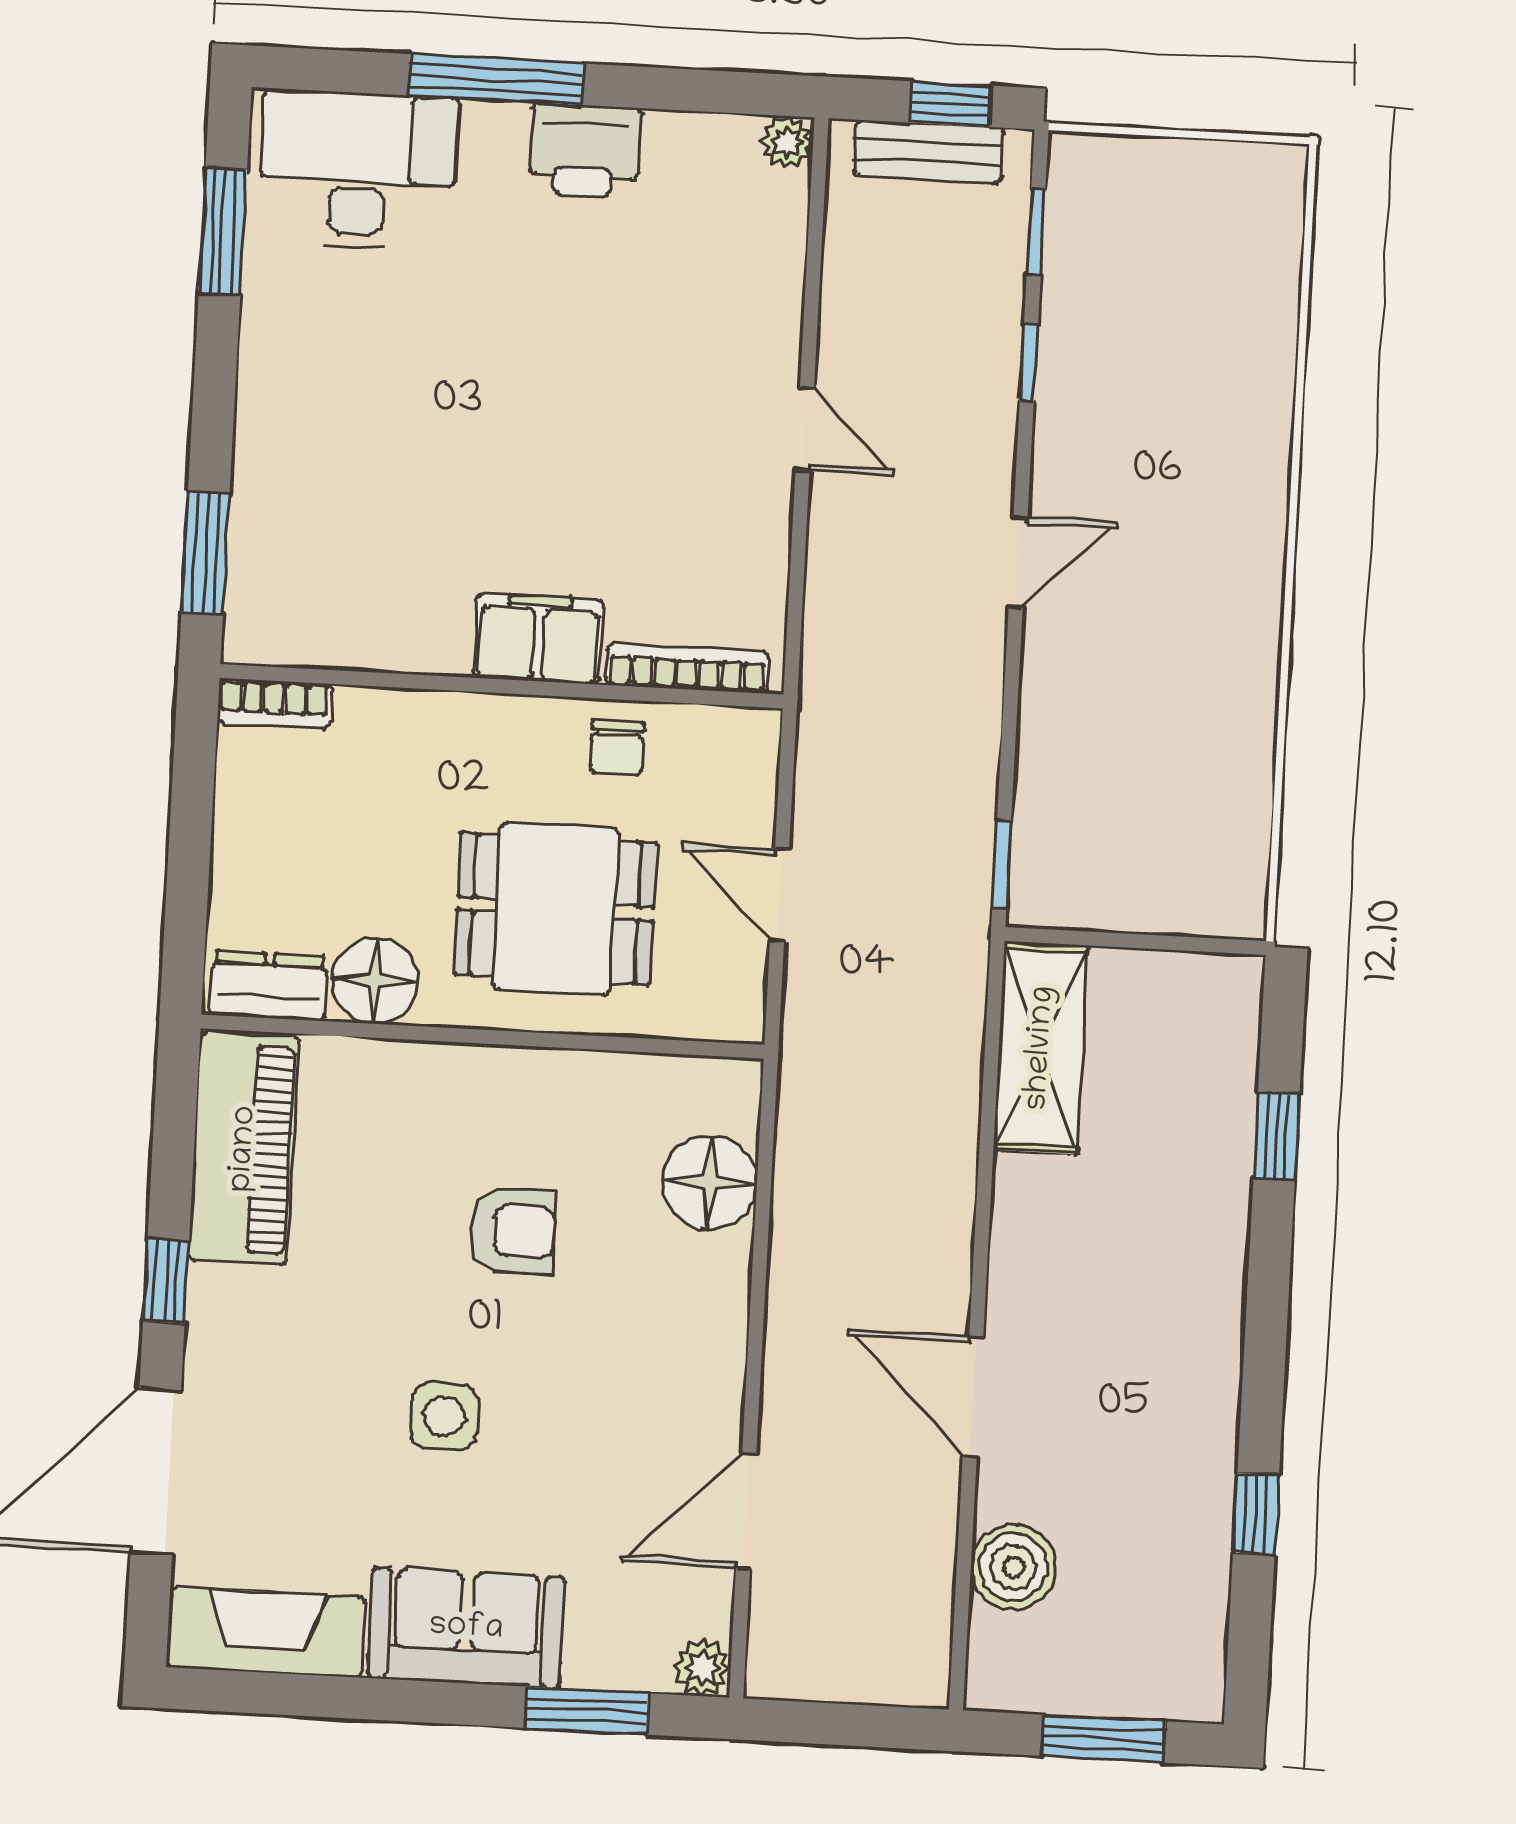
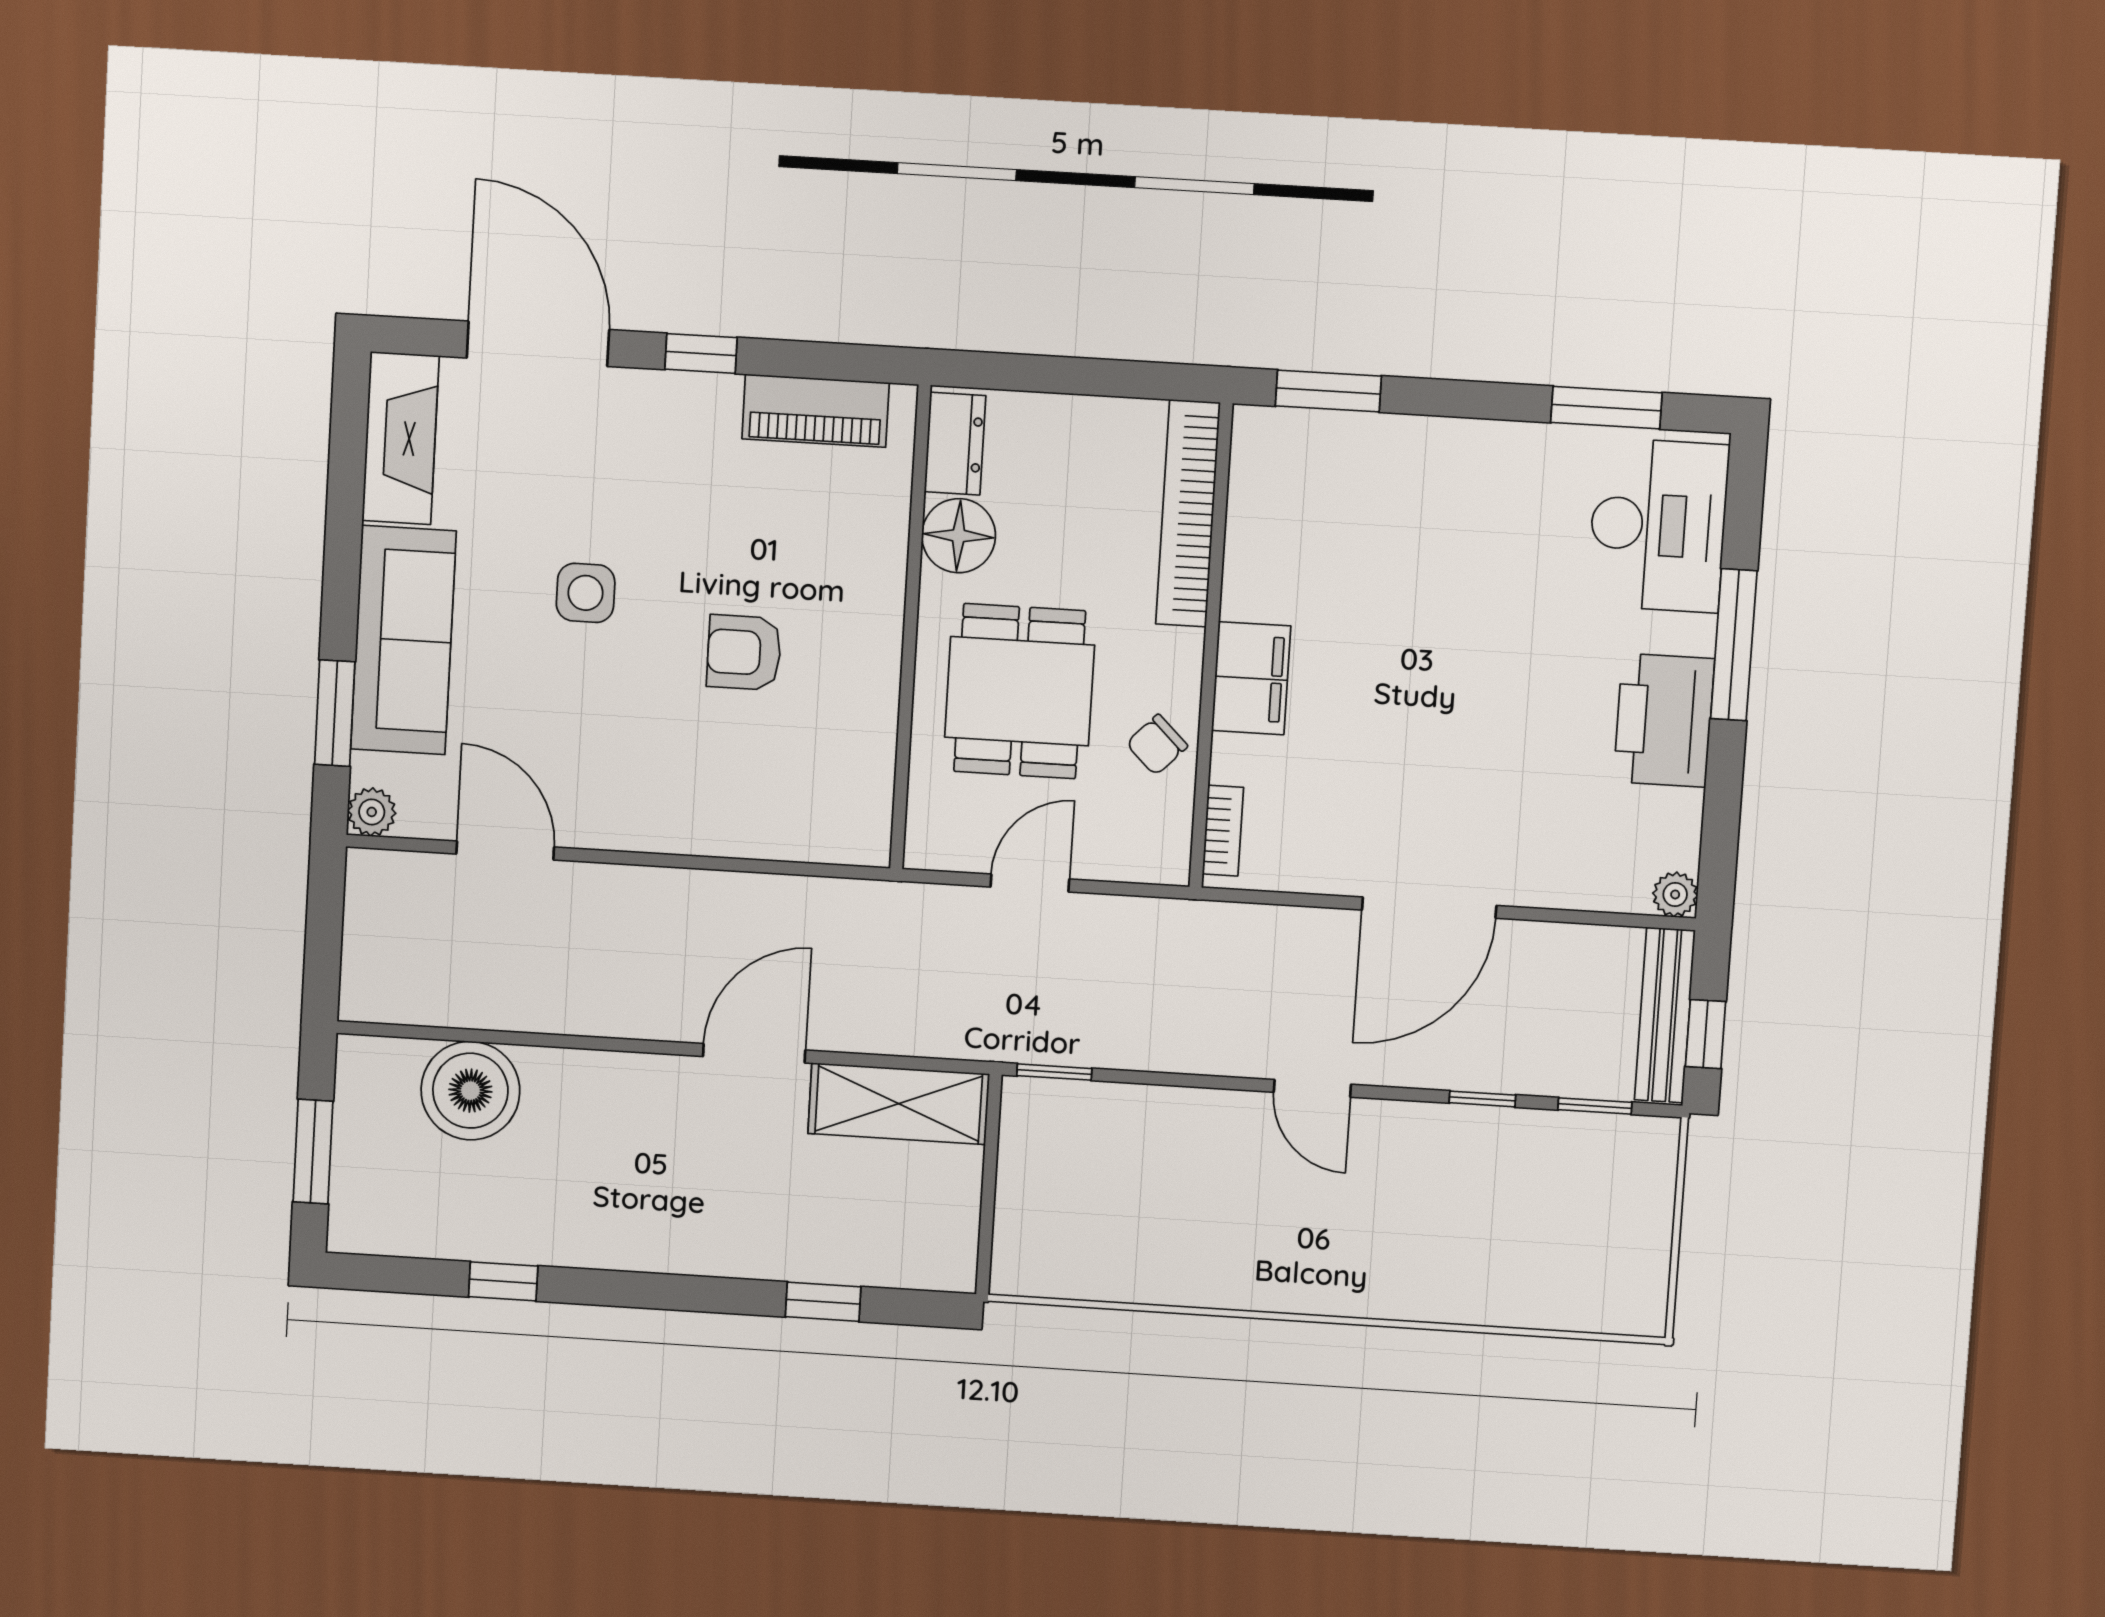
printer: (585, 150) -> (1664, 720), width x1.37, depth x1.19
bench: (929, 152) -> (1665, 1015), width x1.36
door: (805, 428) -> (1429, 908), width x1.88
bookcase: (687, 669) -> (1223, 831), width x0.64
bookcase: (274, 703) -> (1188, 513), width x2.31, depth x1.31
chair: (617, 748) -> (1157, 745), turned -46
piano: (244, 1149) -> (816, 411), width x0.73, depth x0.75
floor lamp: (710, 1182) -> (785, 822), removed
armchair: (513, 1231) -> (744, 652), turned 90
door: (973, 1397) -> (754, 1053), moved
boiler: (1013, 1567) -> (470, 1091), width x1.37, depth x1.37
sofa: (466, 1628) -> (403, 640), width x1.36

